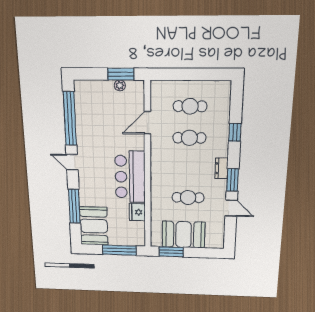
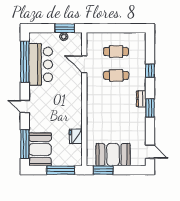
door: (147, 123) -> (84, 64), hinge flipped
door: (72, 162) -> (25, 106), moved
bar counter: (130, 177) -> (41, 64), moved, turned 180
cafe table: (188, 198) -> (116, 123), removed
window: (74, 206) -> (25, 144), moved
door: (231, 208) -> (150, 152), moved

